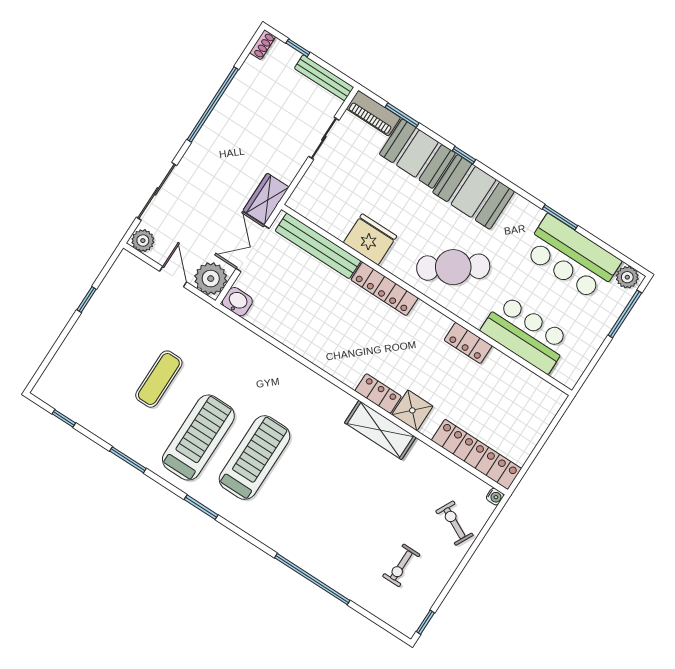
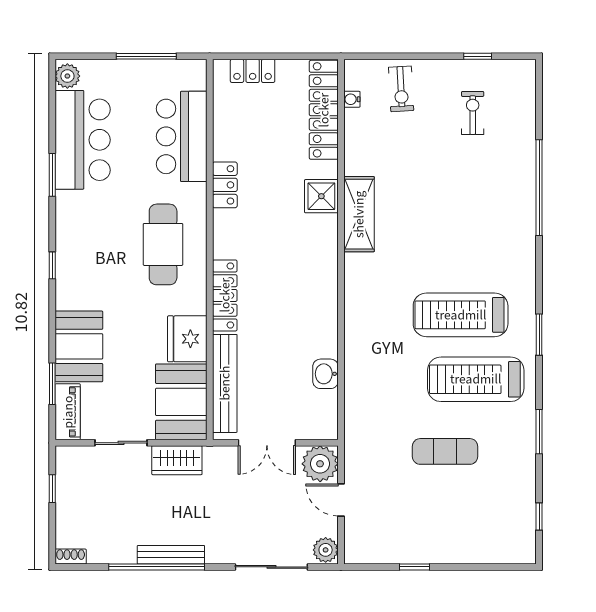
window: (298, 48) -> (52, 489), moved
bench: (324, 78) -> (171, 555), moved, turned 90
window: (464, 155) -> (52, 265), moved
booth: (474, 192) -> (181, 402), moved
wardrobe: (266, 199) -> (177, 460), moved
cafe table: (453, 267) -> (163, 244), turned 35
door: (173, 277) -> (341, 500), hinge flipped
washbasin: (237, 302) -> (325, 374), moved
window: (625, 314) -> (146, 56), moved
locker: (378, 394) -> (253, 71), moved, turned -90
water cooler: (495, 497) -> (352, 99), moved, turned -90
exercise bike: (454, 523) -> (401, 89), turned -30
exercise bike: (401, 565) -> (473, 113), turned -90
window: (425, 622) -> (478, 56), moved

